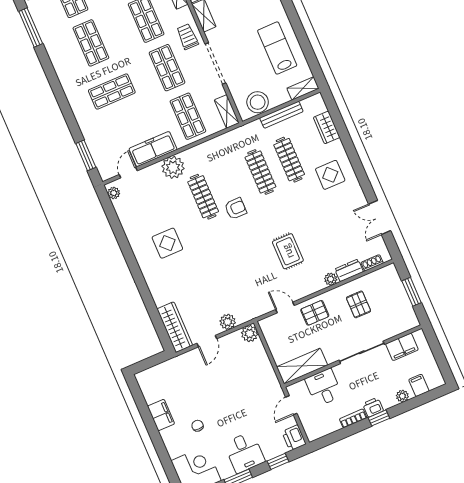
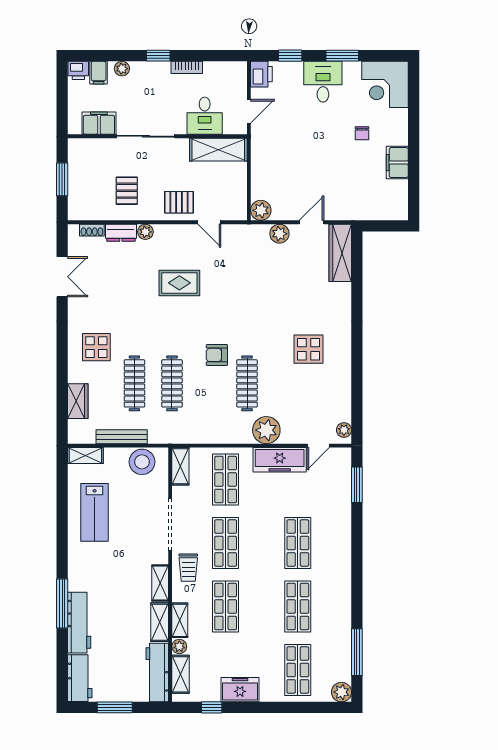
shop shelf: (112, 91) -> (298, 543), turned 90
rug: (288, 251) -> (179, 283), turned 90
printer: (373, 407) -> (78, 70), moved

